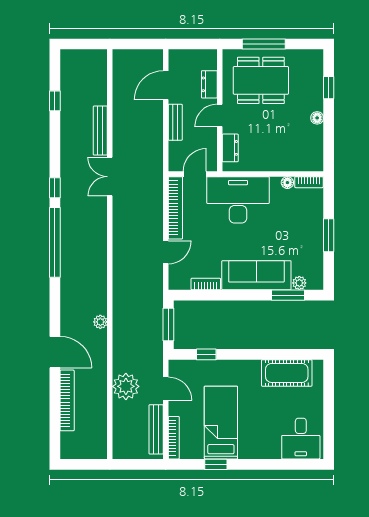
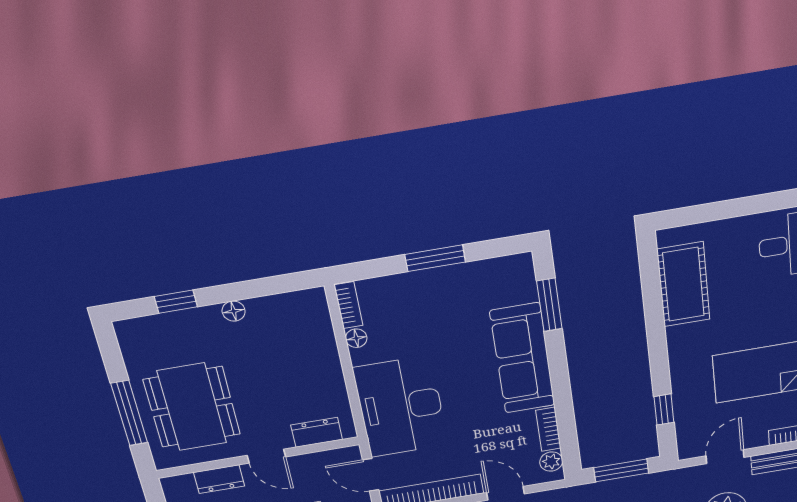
plant: (299, 283) -> (551, 462), moved

